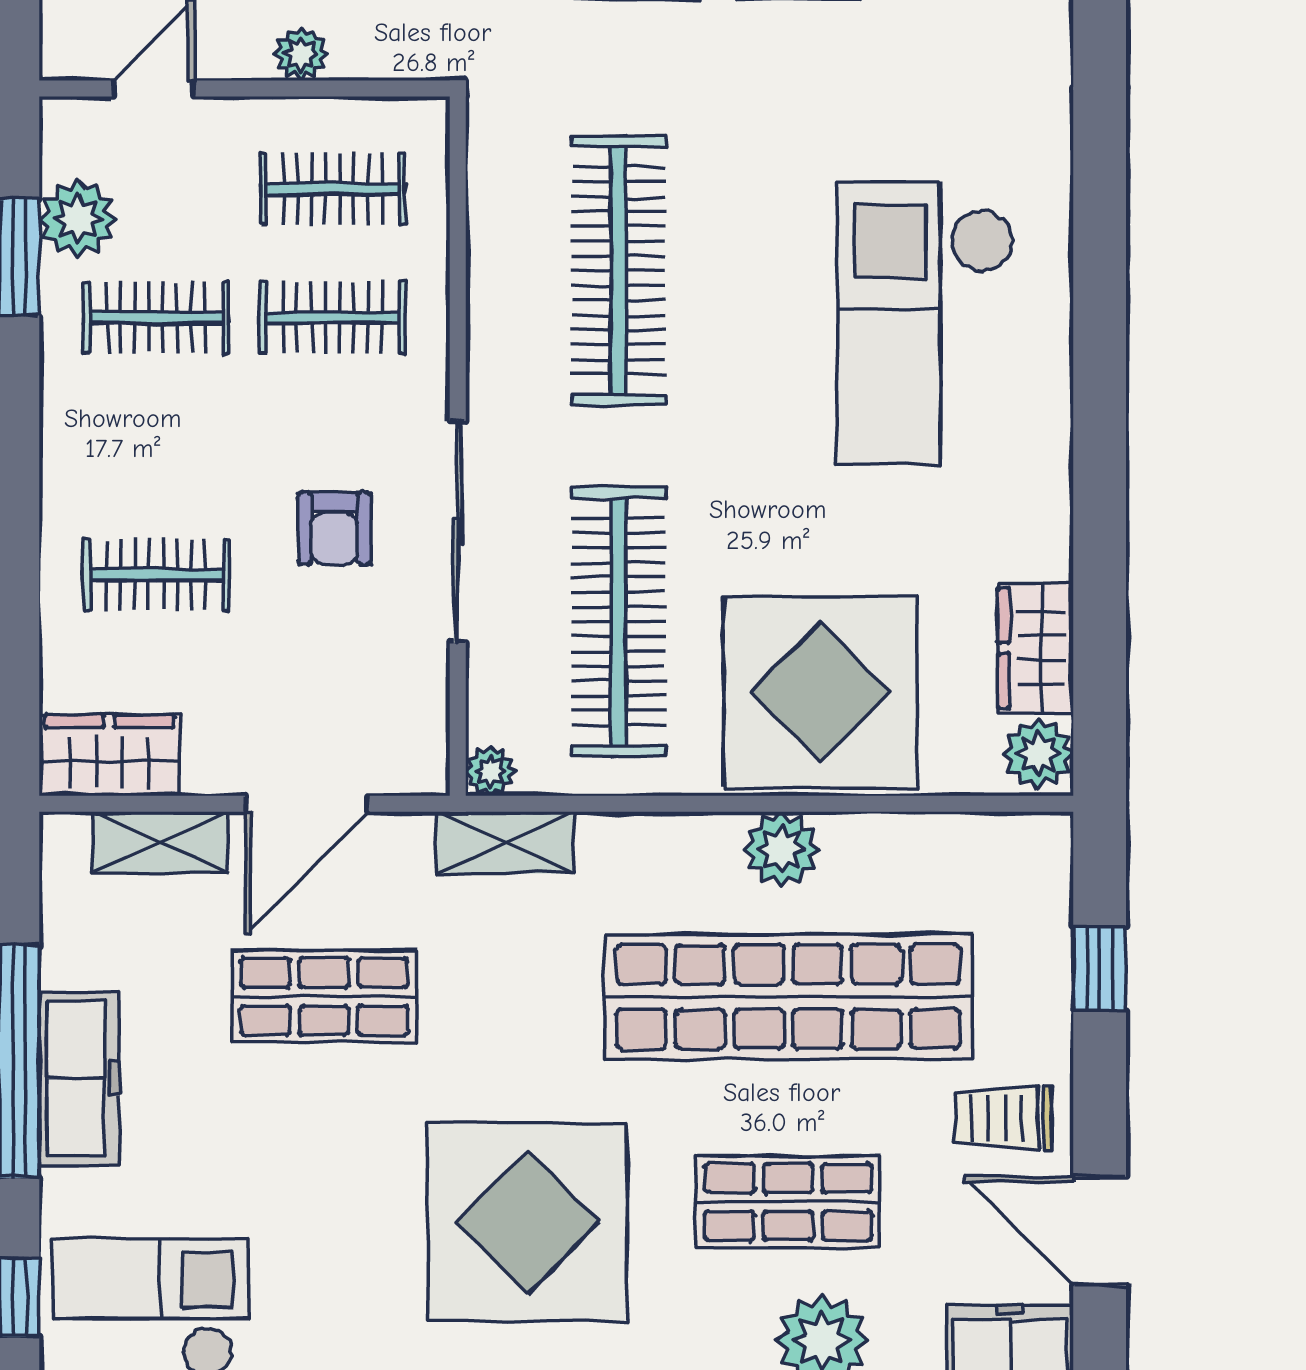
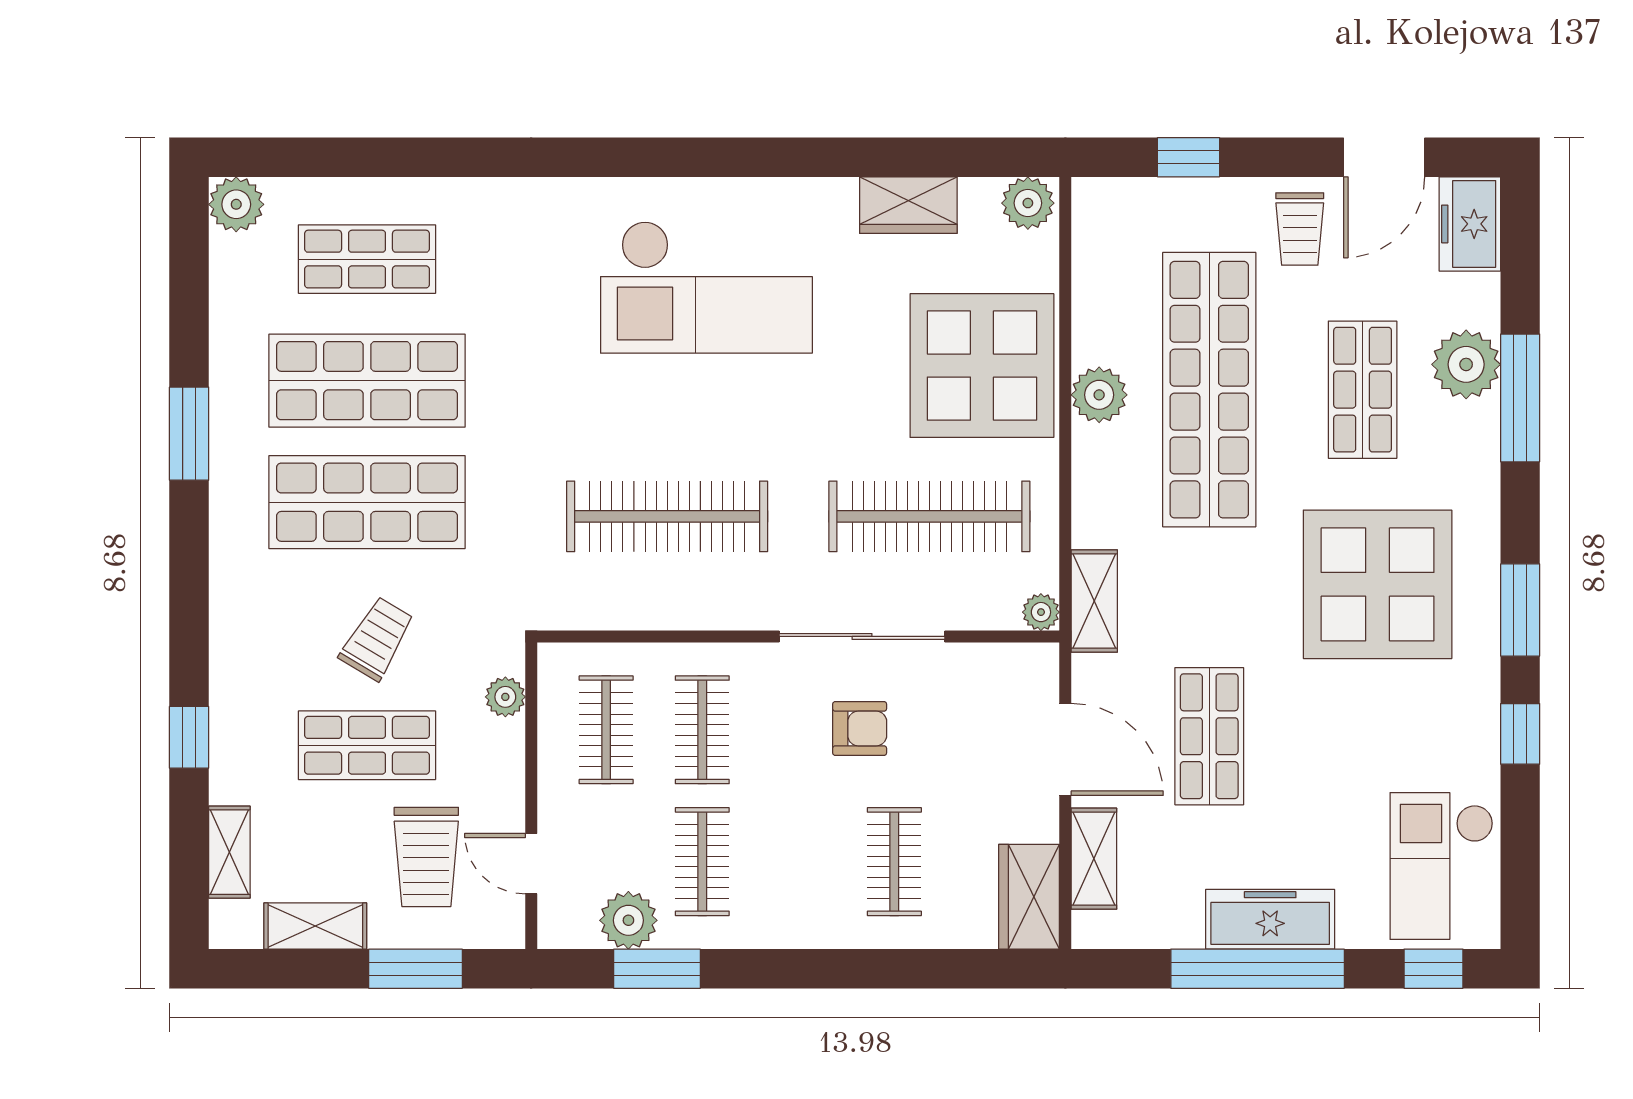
plant: (301, 54) -> (505, 697), moved
wardrobe: (1035, 648) -> (908, 205), moved

